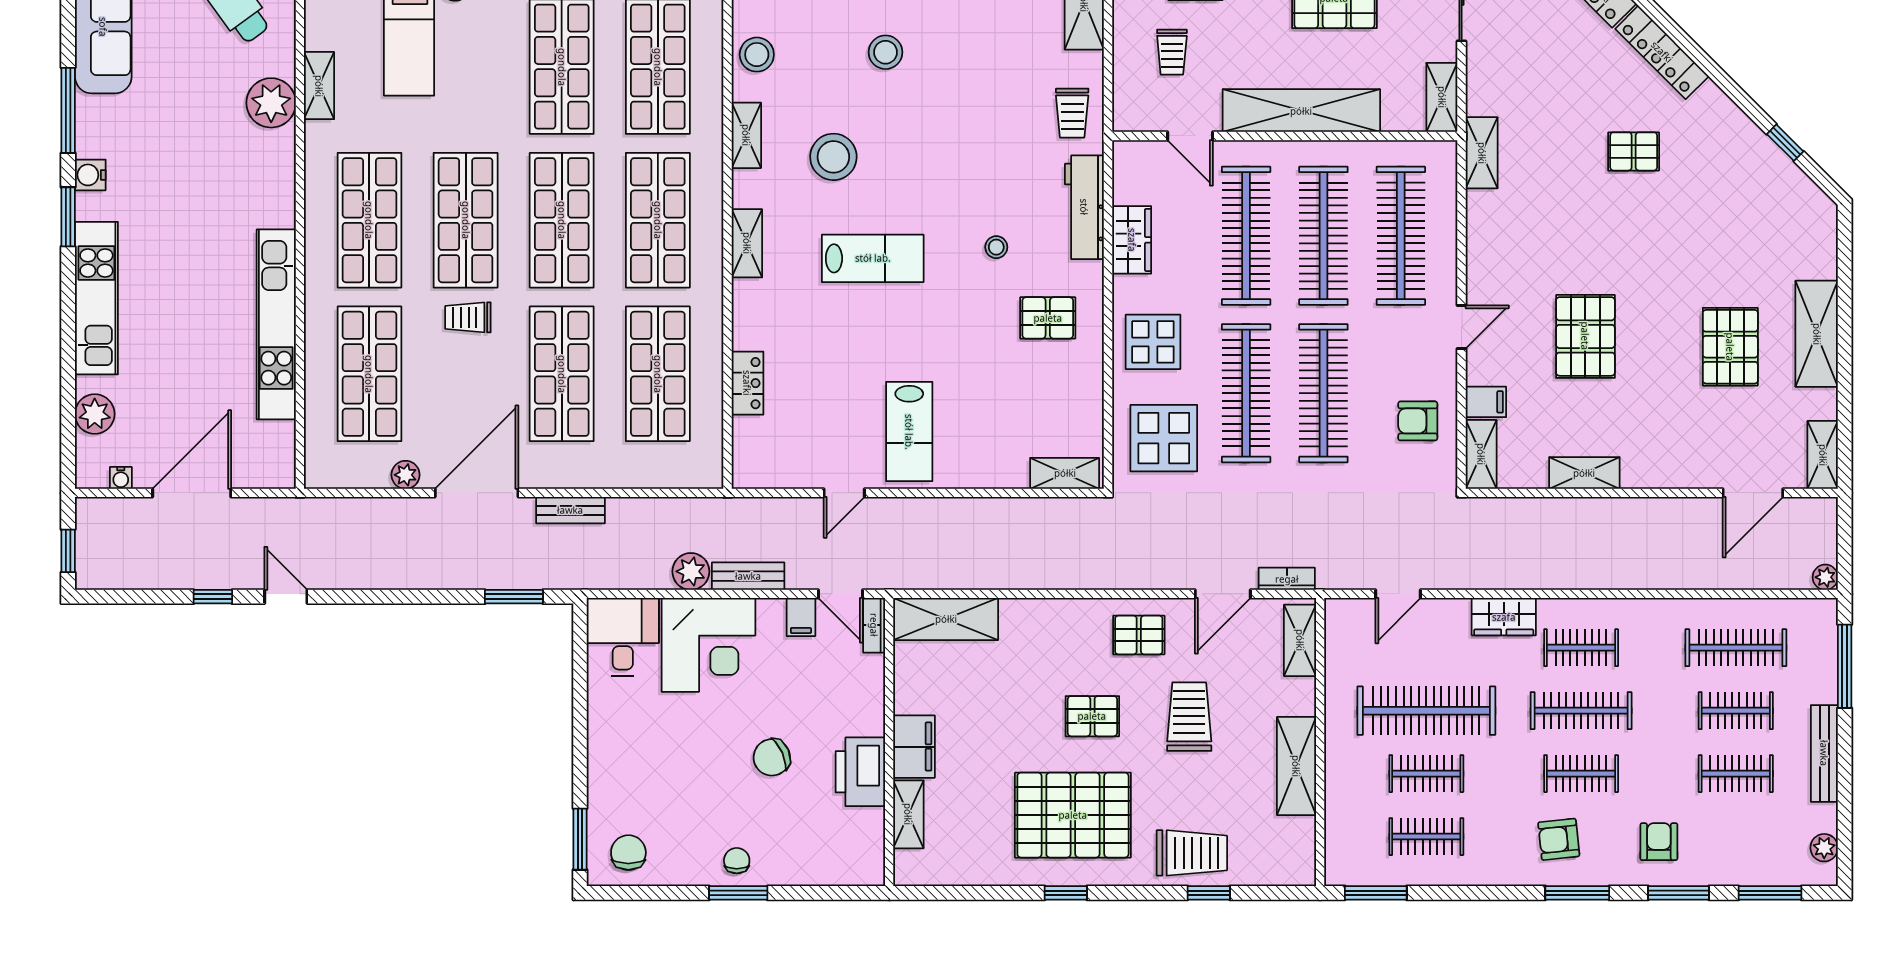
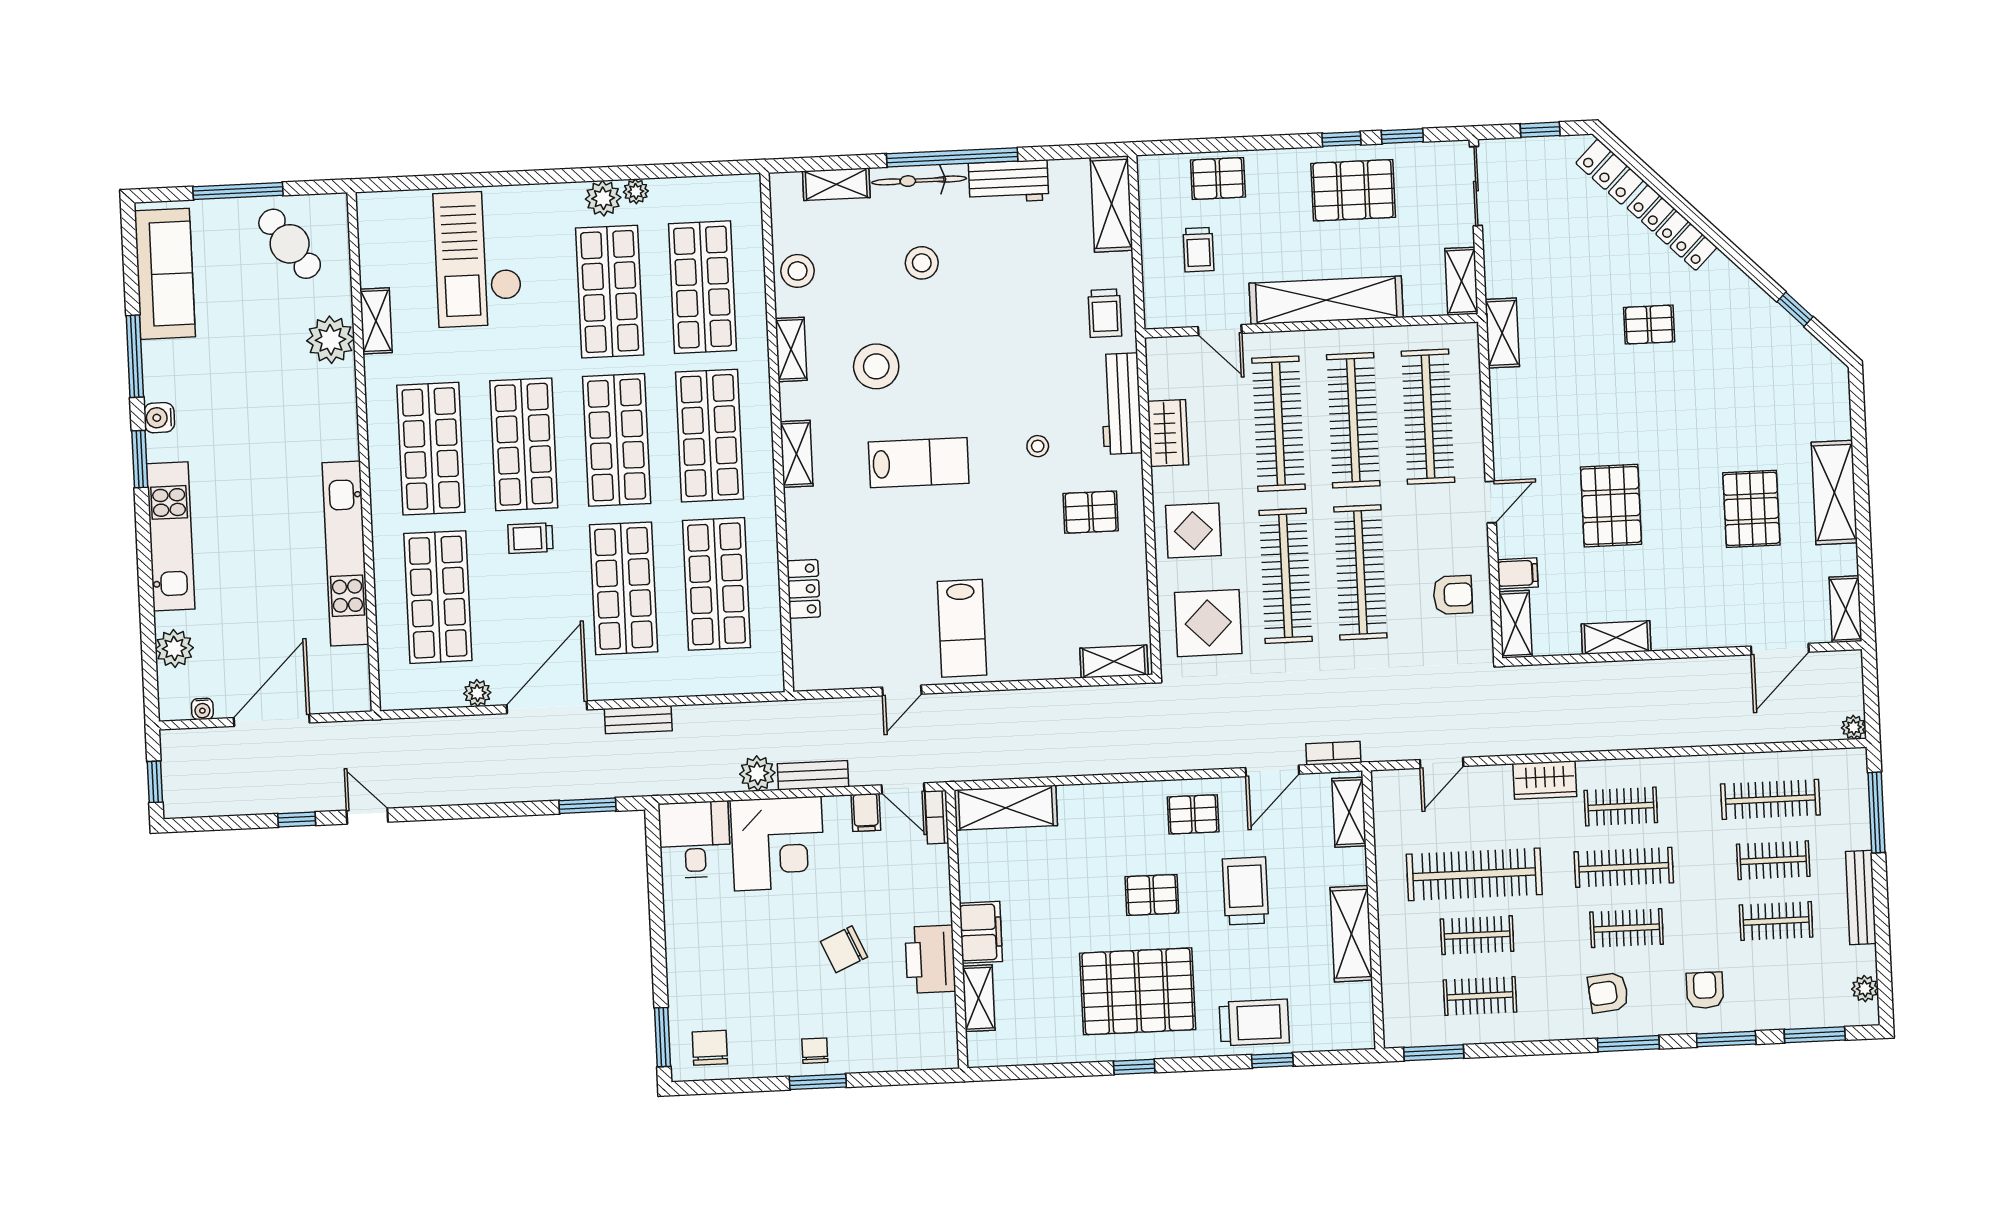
armchair: (1418, 421) -> (1453, 595), turned 180

